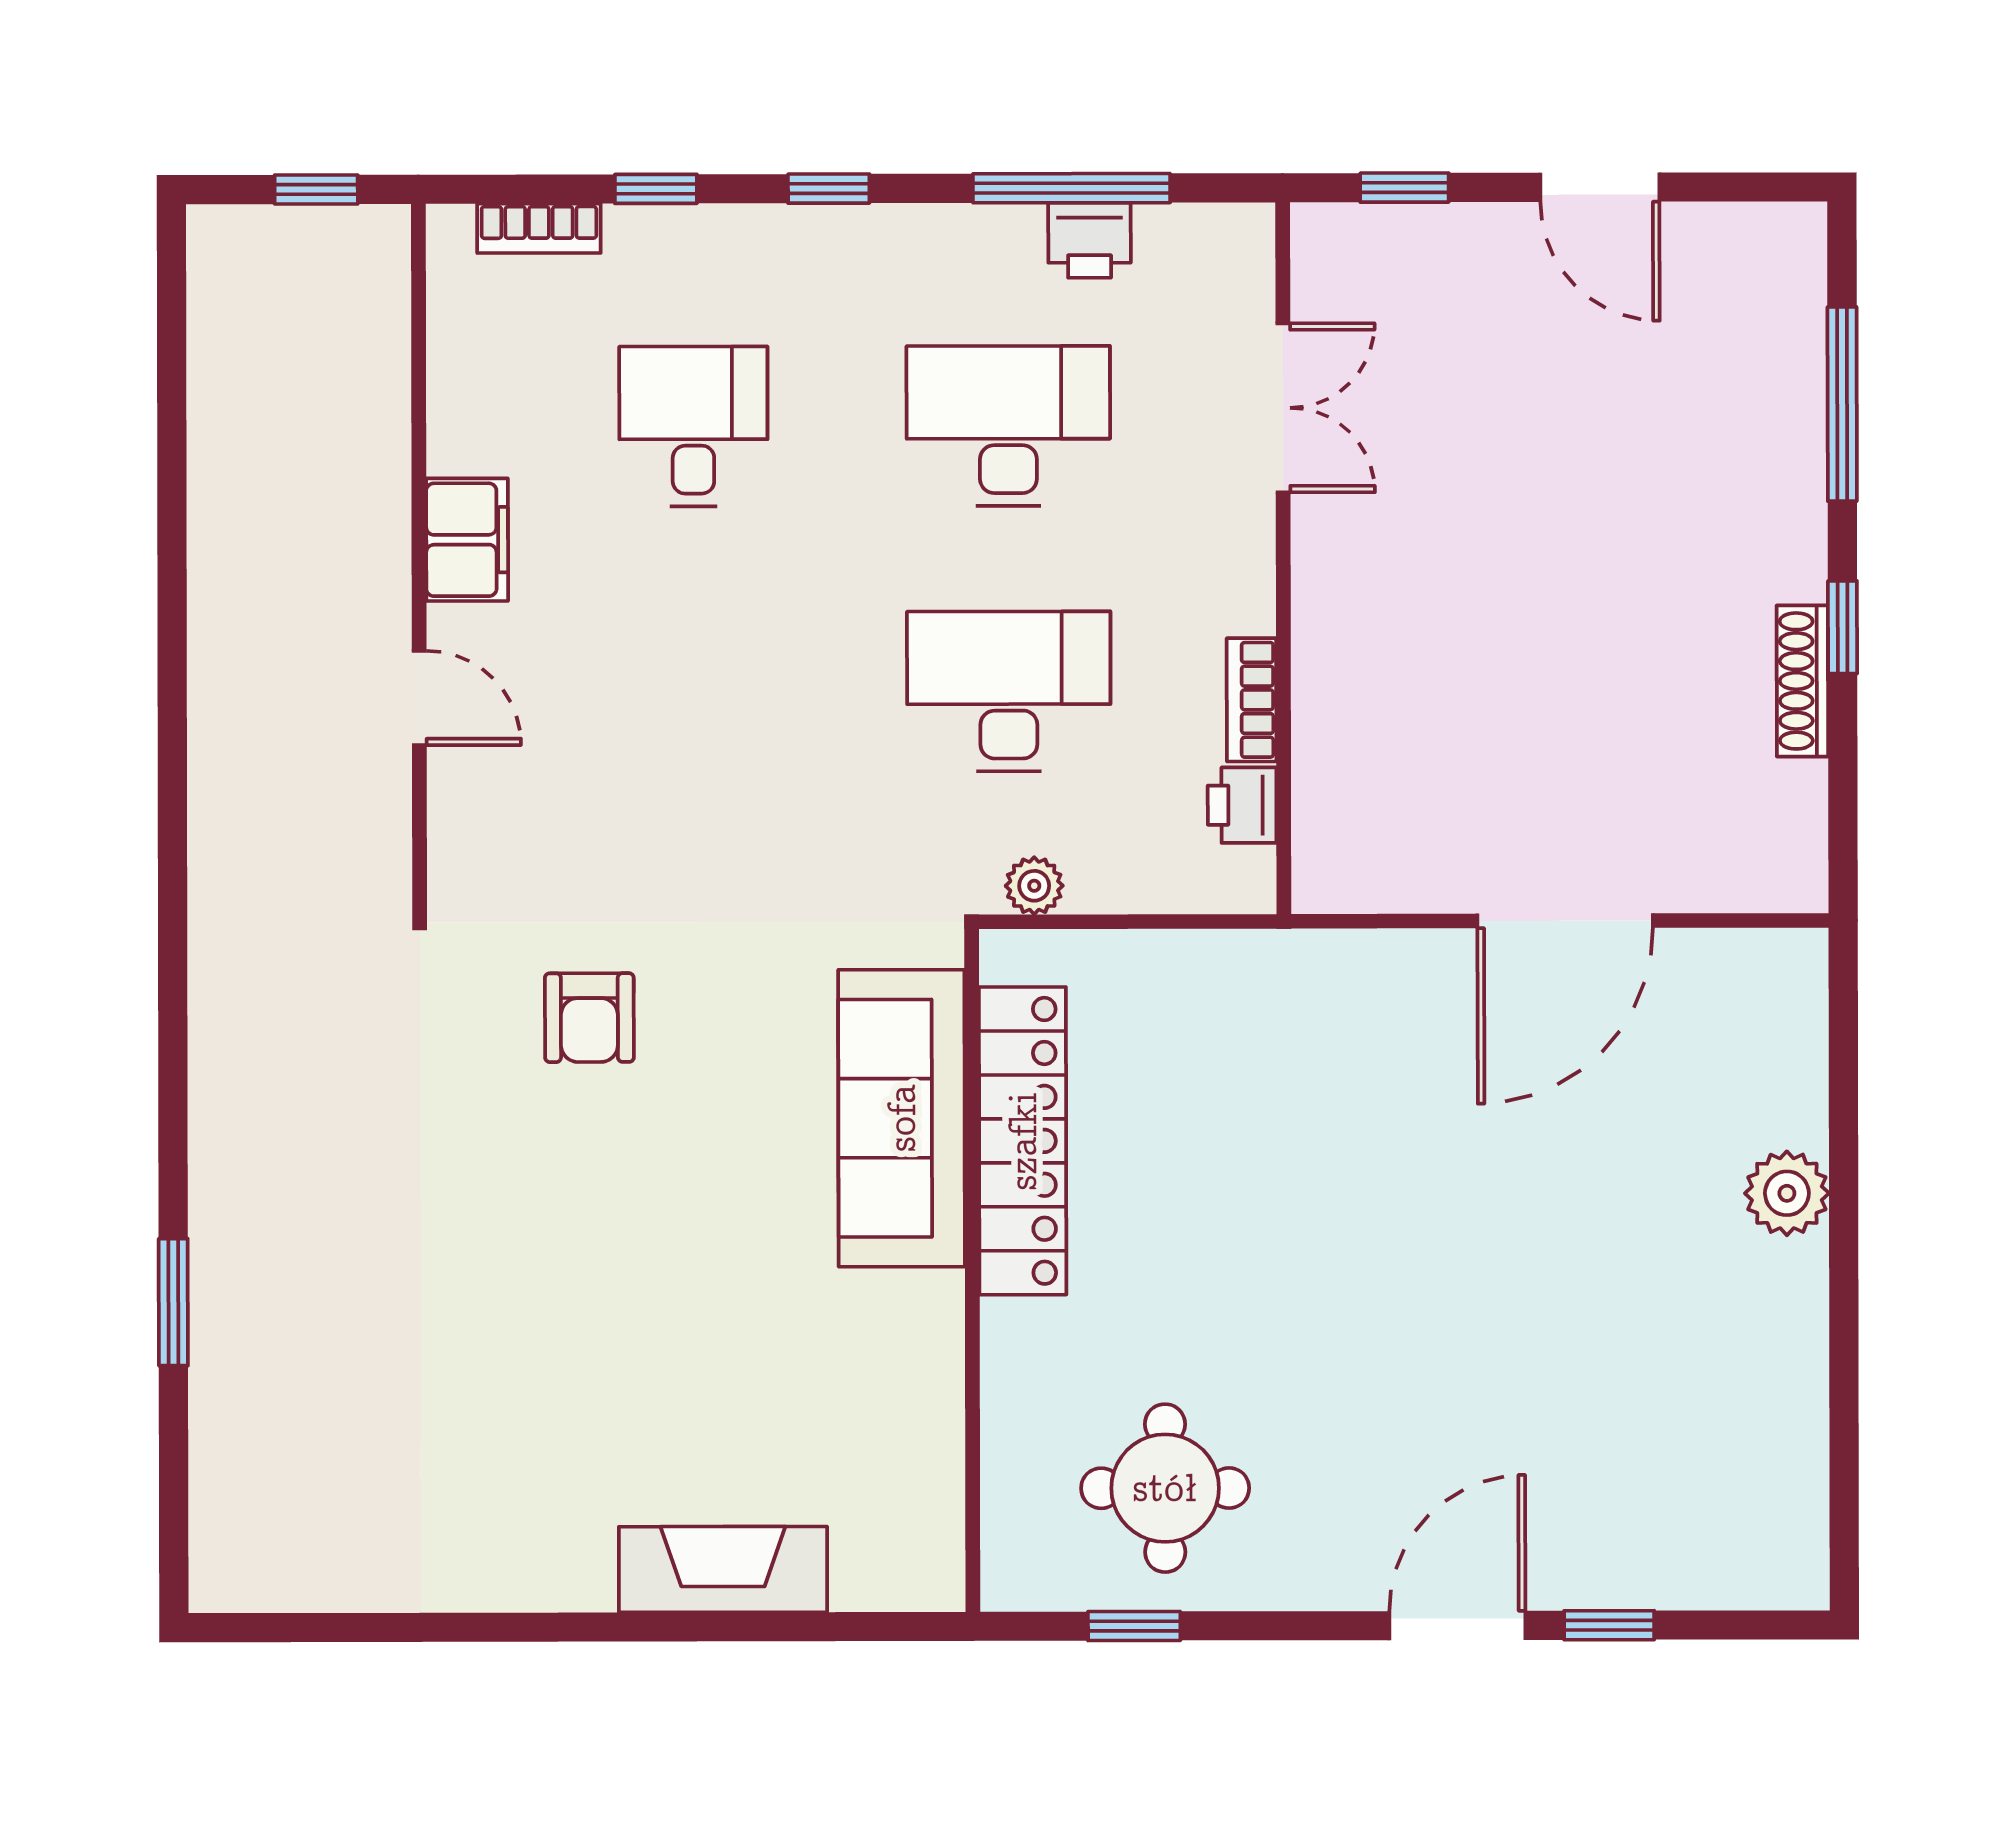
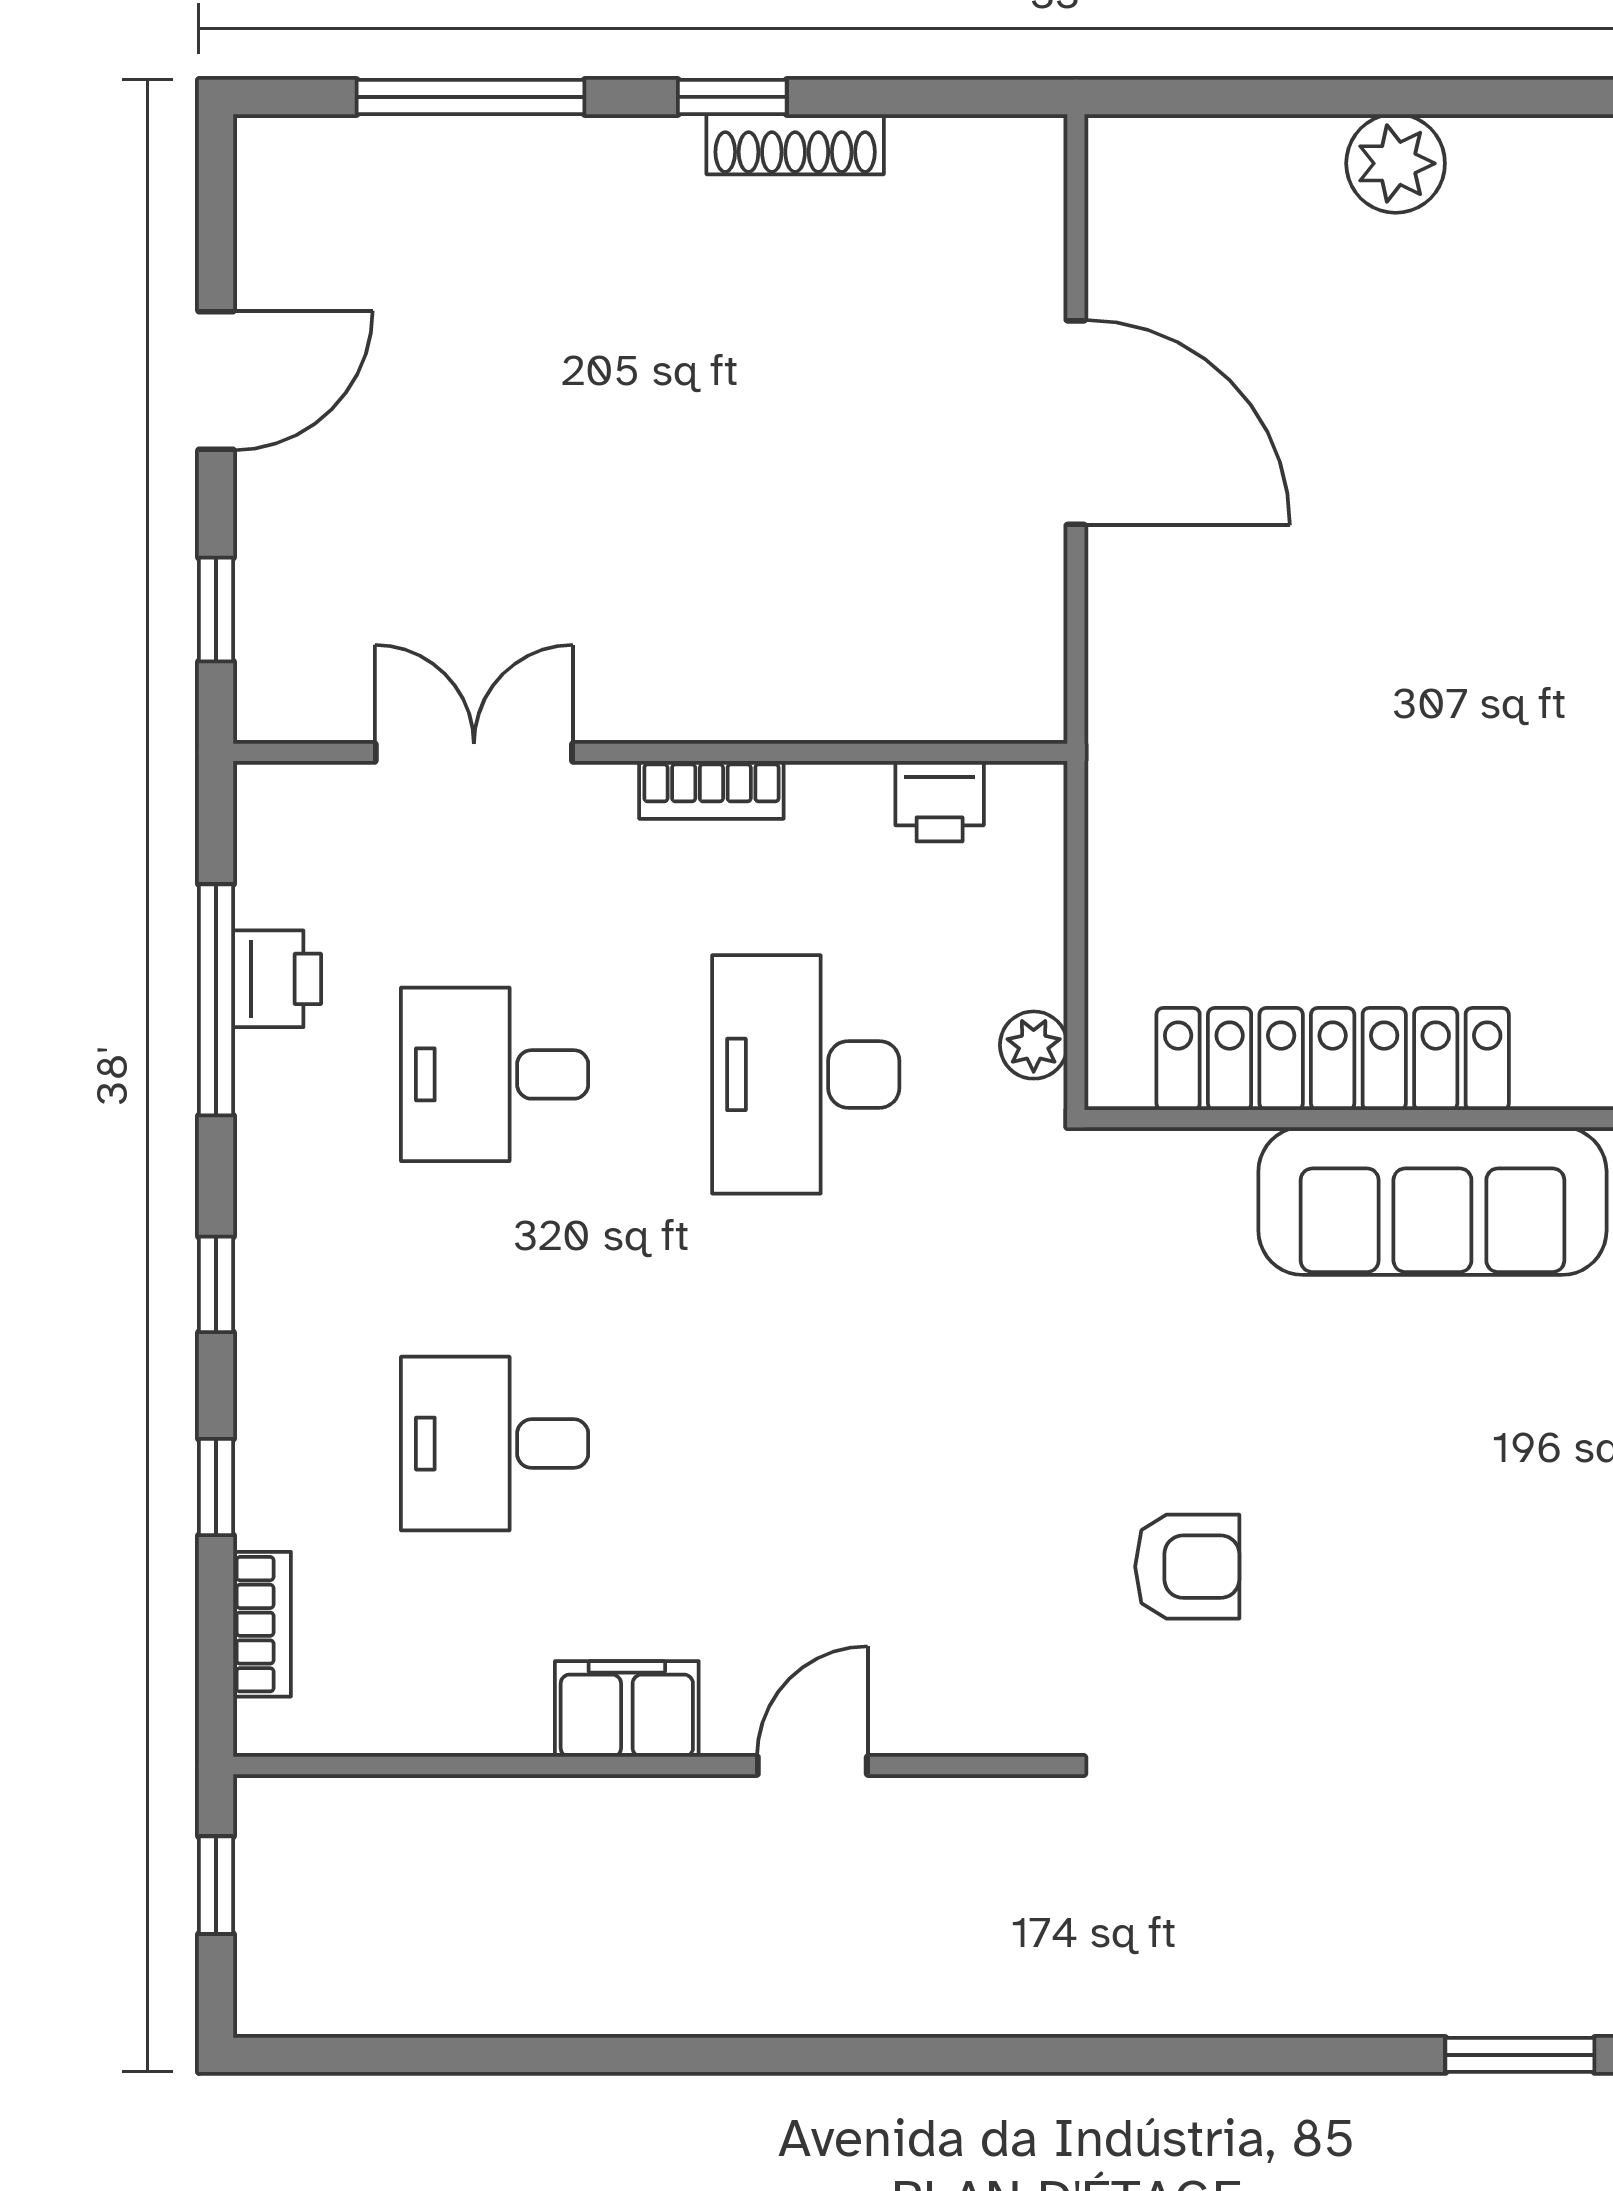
desk: (1008, 426) -> (495, 1074), width x0.73
bookcase: (1252, 700) -> (711, 790), moved
sofa: (902, 1118) -> (1432, 1201), moved

